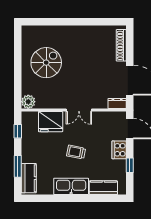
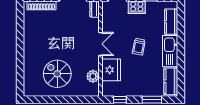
plant: (28, 102) -> (93, 76), moved
kitchen counter: (29, 178) -> (171, 81), moved, turned -90

